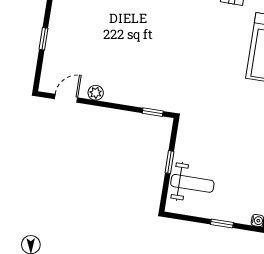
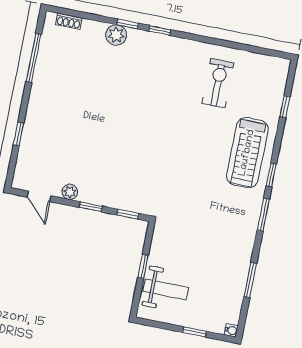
door: (66, 98) -> (39, 196), swing flipped
window: (116, 106) -> (91, 207), added

